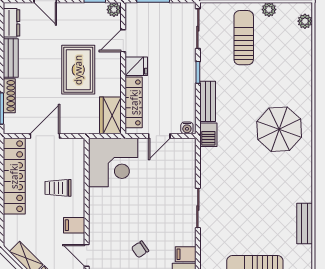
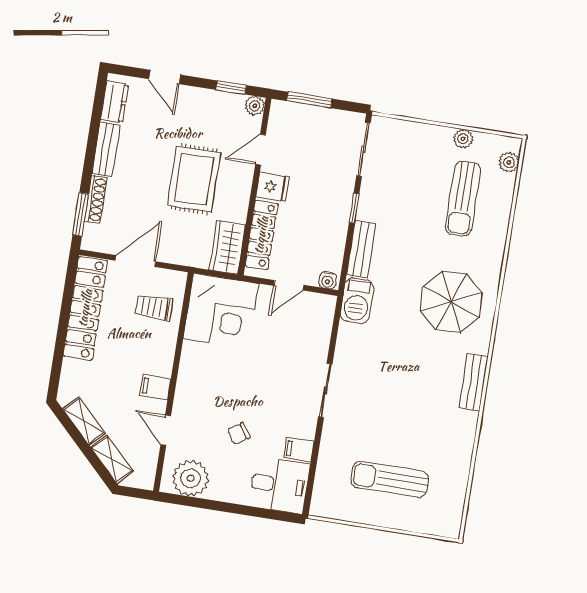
sun lounger: (244, 38) -> (463, 199), moved, turned 180
barbecue: (208, 135) -> (357, 301), width x1.38, depth x1.27
trolley: (58, 188) -> (154, 307), moved
bench: (305, 223) -> (473, 382), moved

